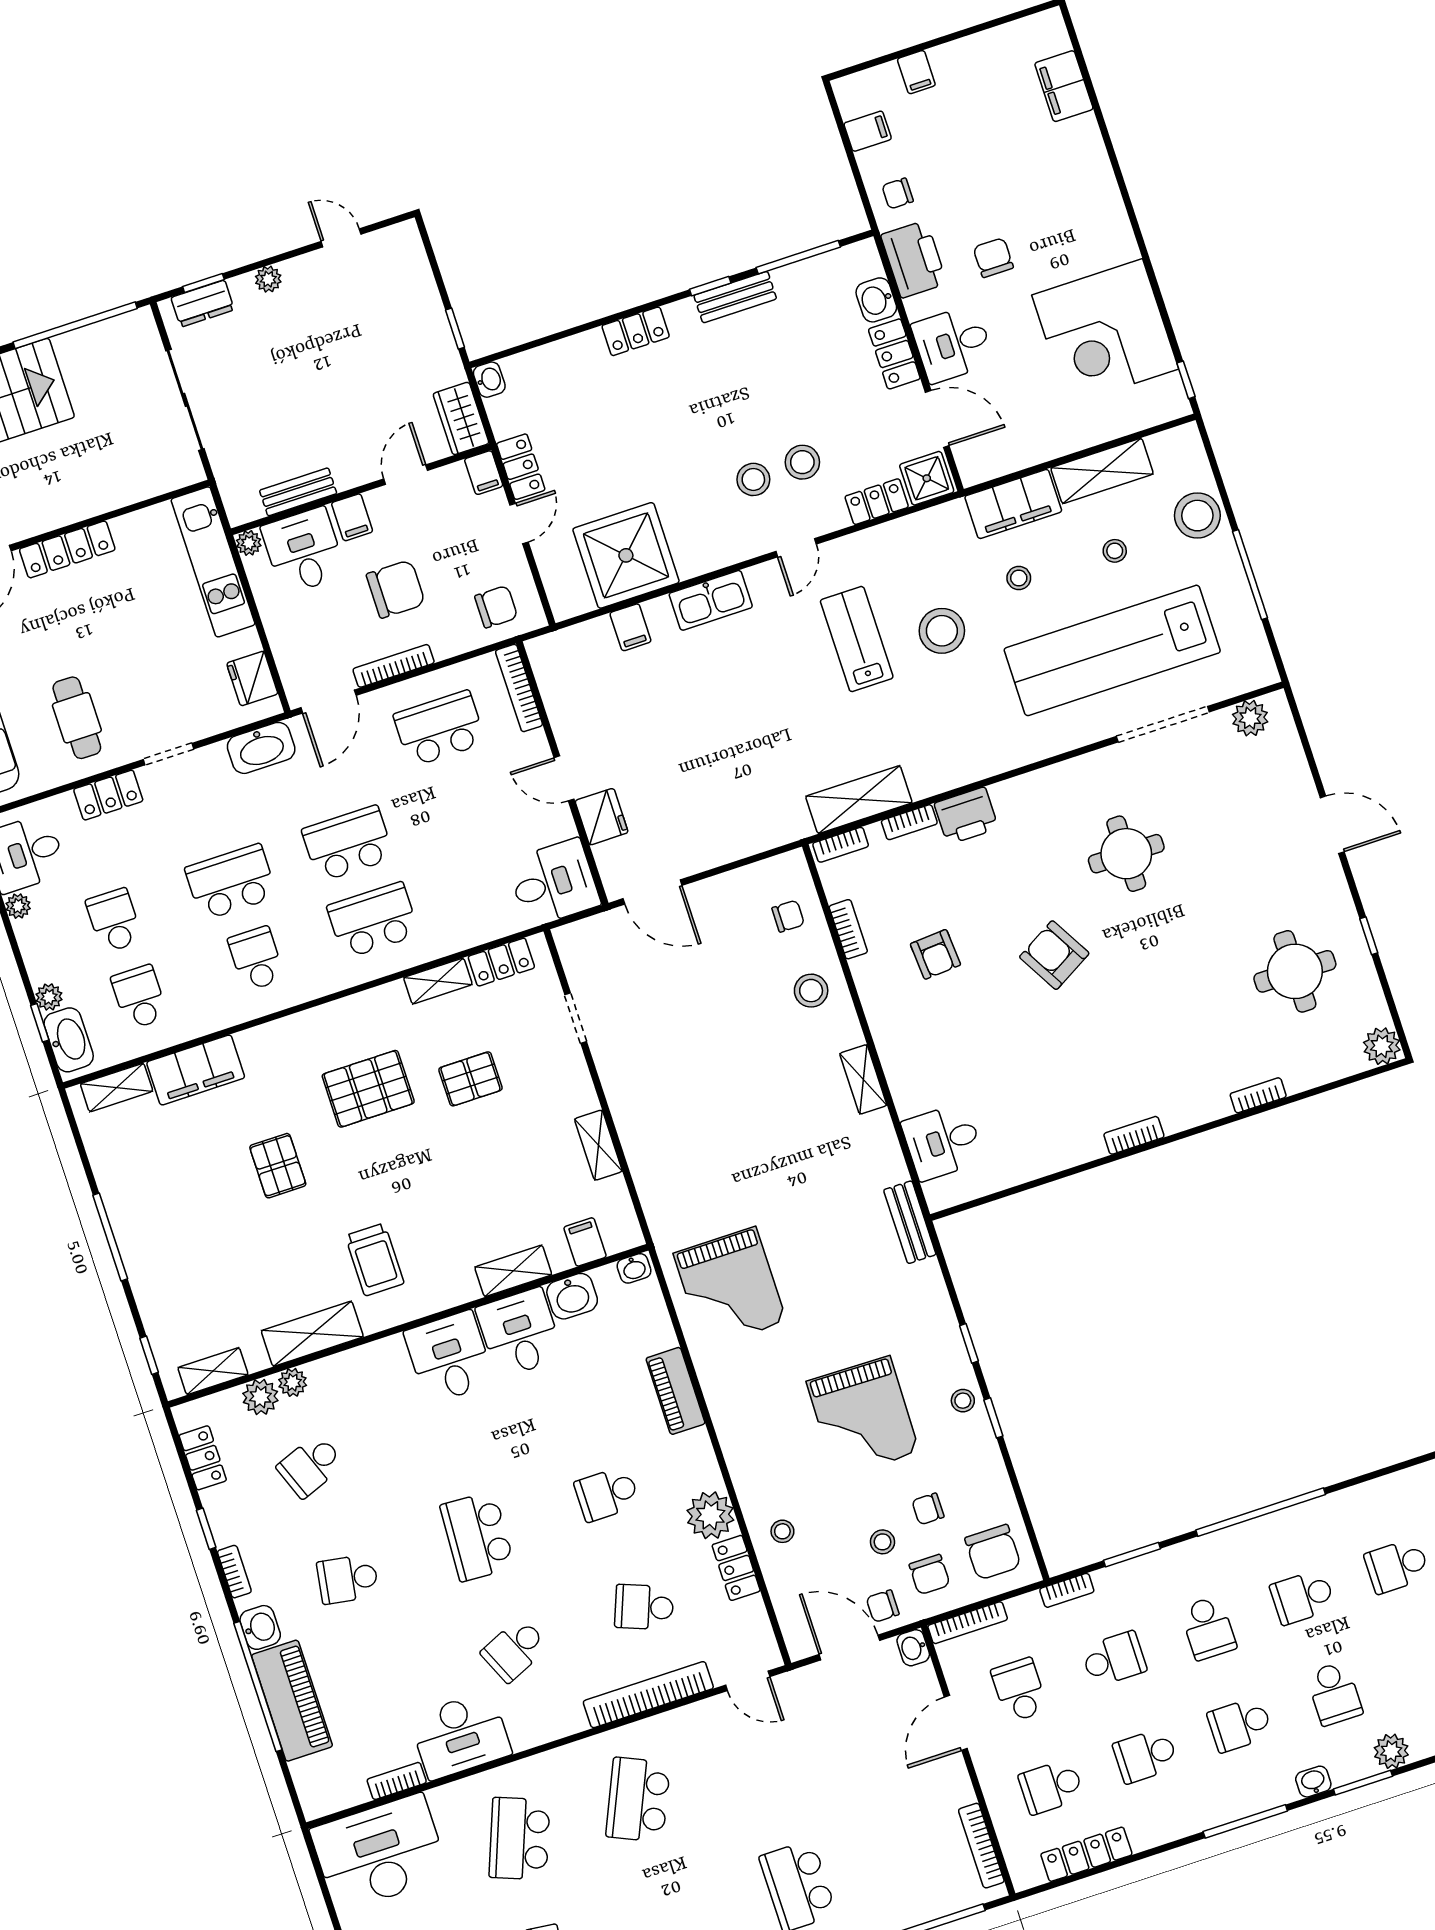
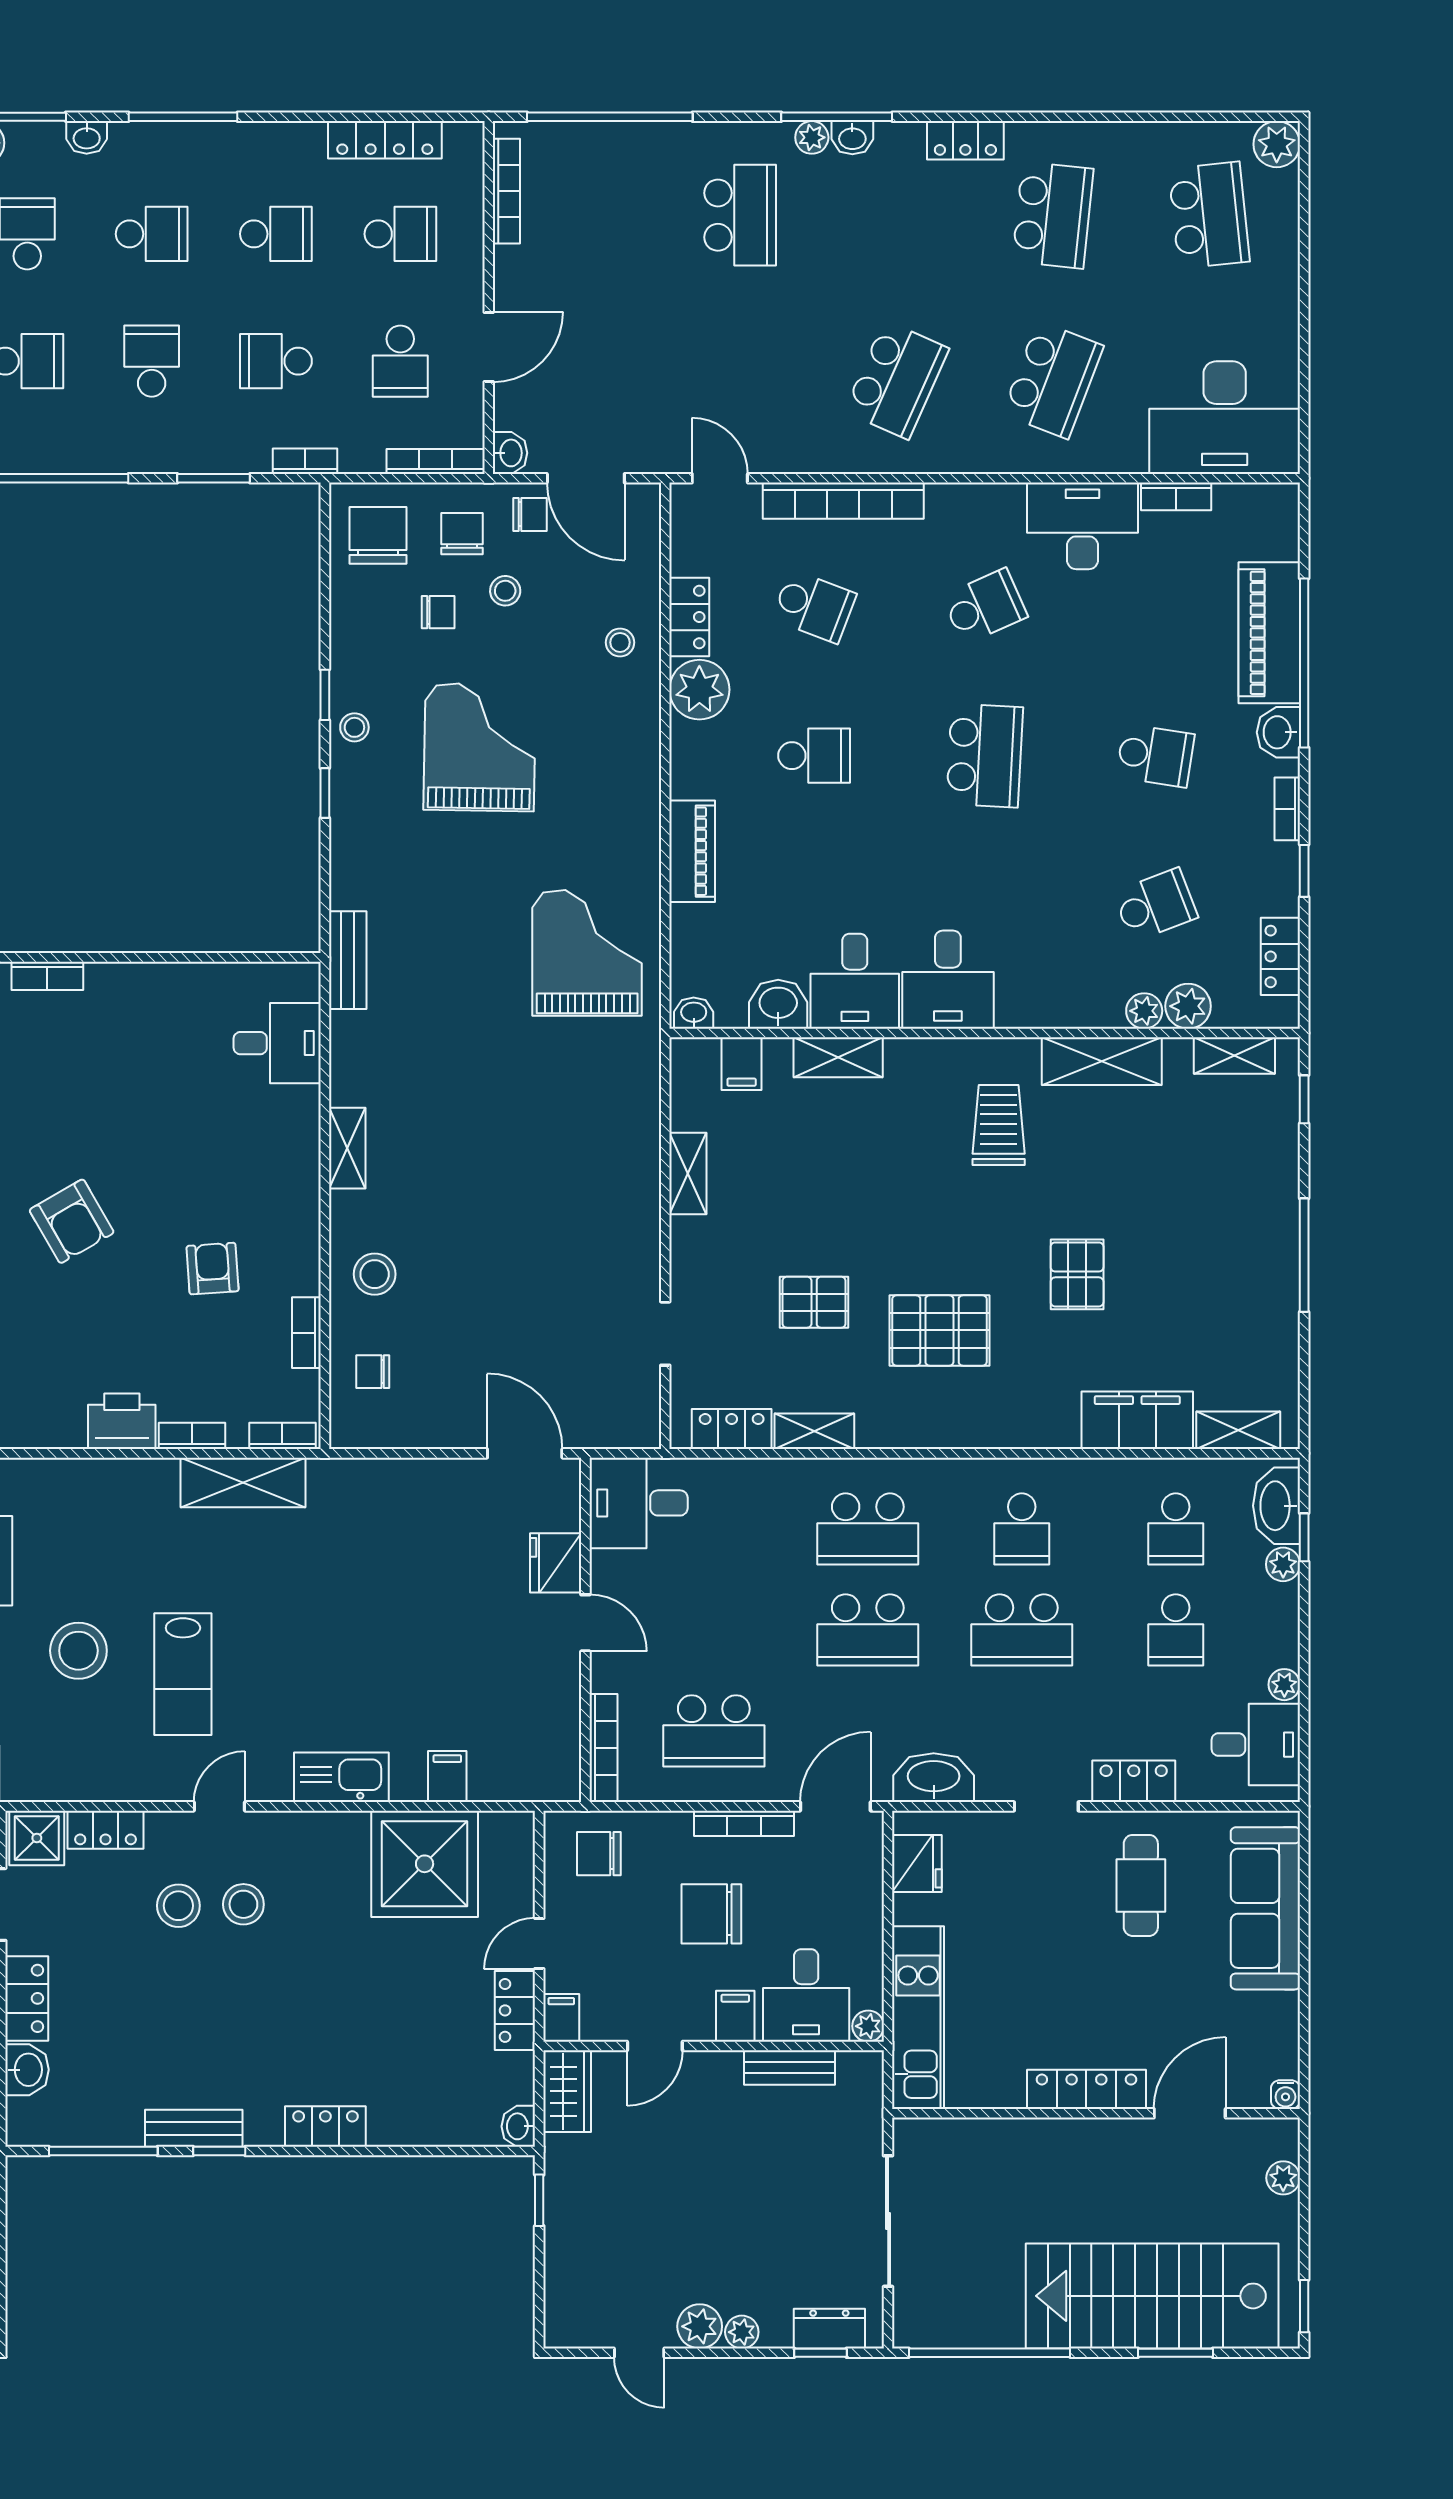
plant: (302, 273) -> (700, 2326), added

